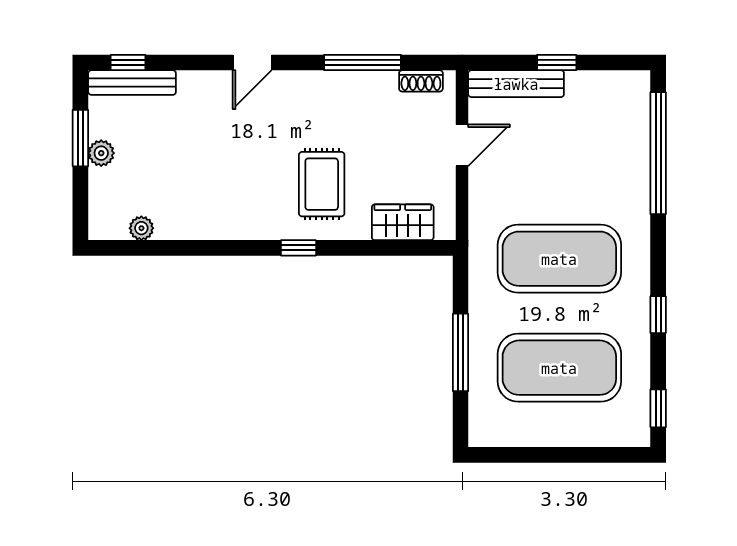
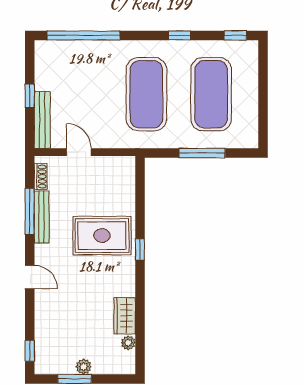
bench: (132, 83) -> (42, 217), moved
rug: (322, 184) -> (102, 236), width x1.36, depth x1.43
wardrobe: (403, 222) -> (125, 316), moved

